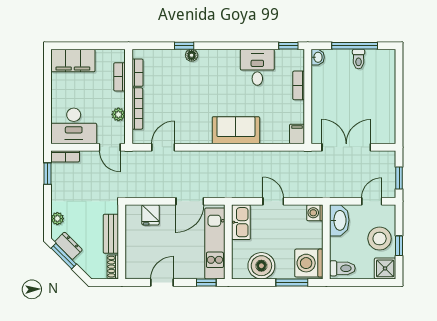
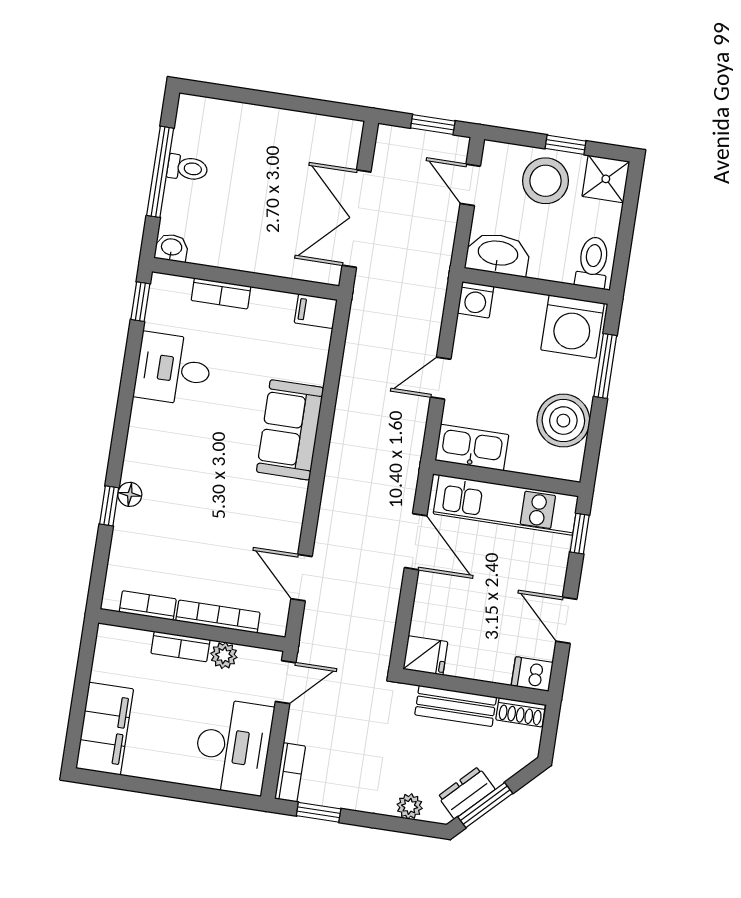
bookcase: (120, 77) -> (180, 647), moved
fridge: (150, 215) -> (425, 655), moved
dishwasher: (133, 269) -> (532, 674), added

